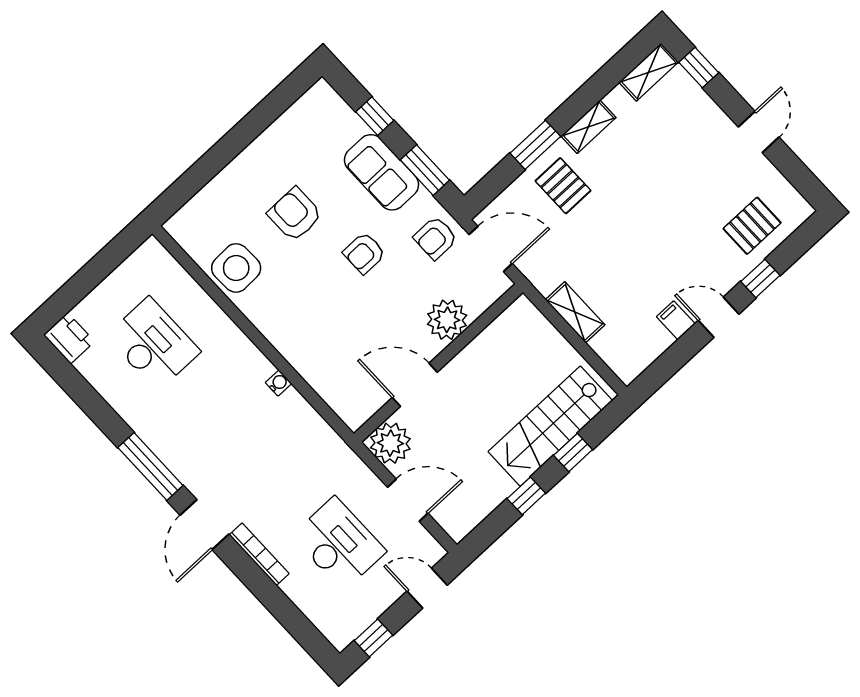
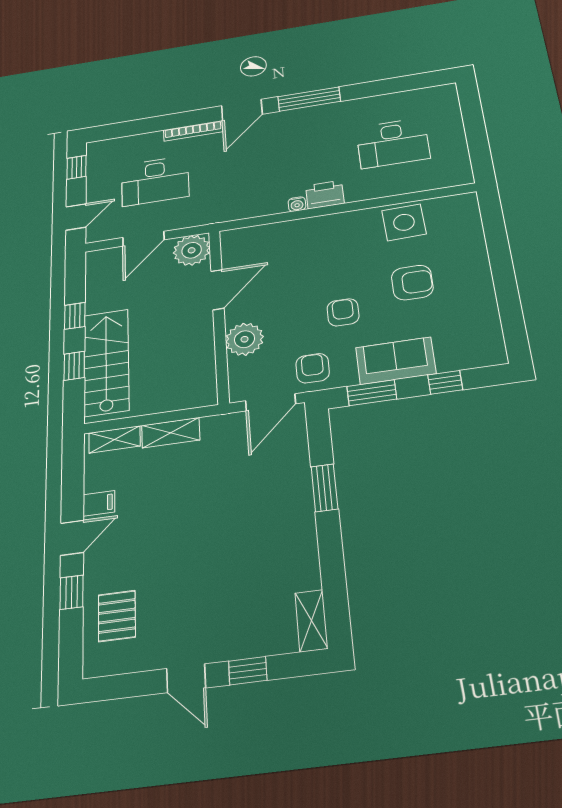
window: (699, 68) -> (248, 671), moved
shelving: (588, 127) -> (115, 439), moved, turned 90
pallet: (563, 186) -> (274, 488), removed
printer: (69, 338) -> (325, 195), moved, turned 180
door: (204, 525) -> (242, 110), swing flipped

